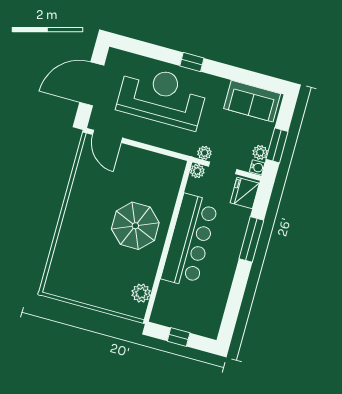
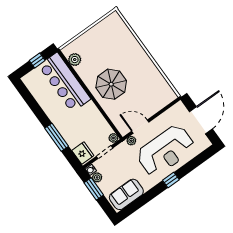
door: (107, 136) -> (140, 127), moved
plant: (204, 153) -> (131, 141), moved
bar counter: (190, 241) -> (65, 82), moved

